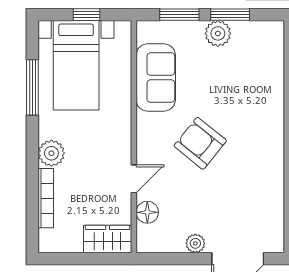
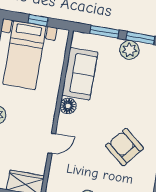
armchair: (200, 143) -> (124, 147), moved
floor lamp: (147, 212) -> (68, 106), moved

